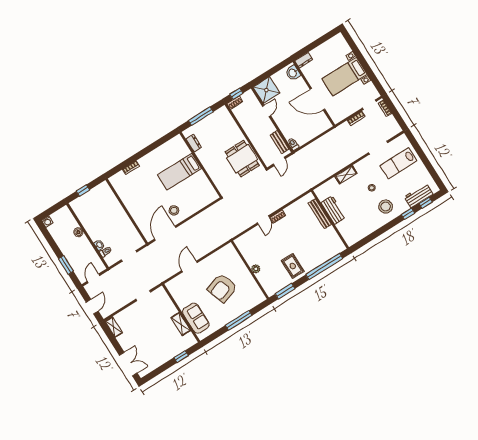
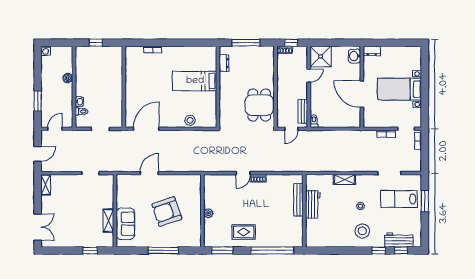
window: (420, 152) -> (425, 201), added
stool: (174, 210) -> (190, 120), moved
rug: (293, 266) -> (244, 232), turned 90

